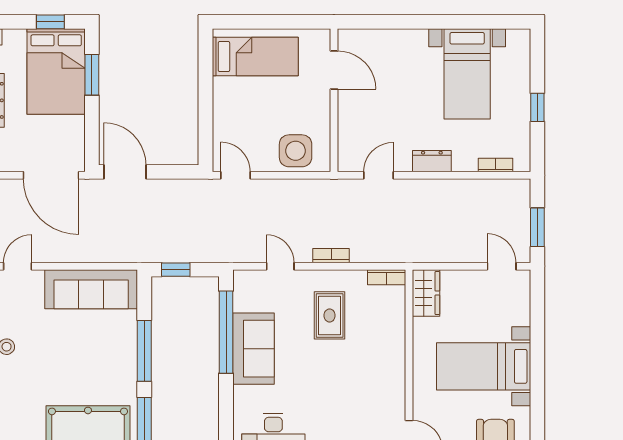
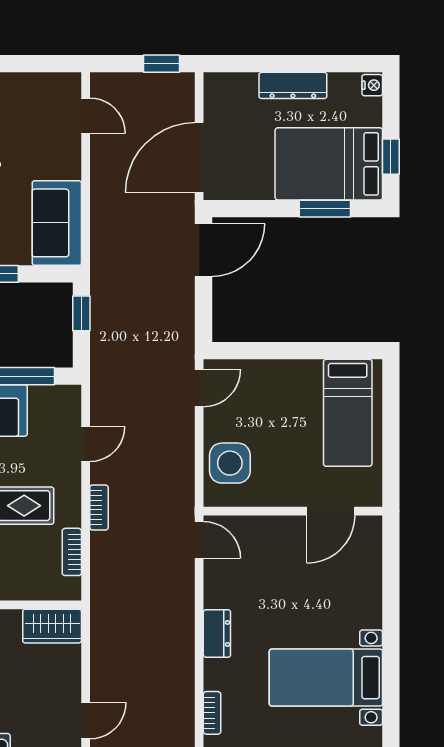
door: (379, 175) -> (199, 540), moved
bookcase: (387, 277) -> (72, 552), moved
sofa: (91, 289) -> (57, 223), width x0.73

